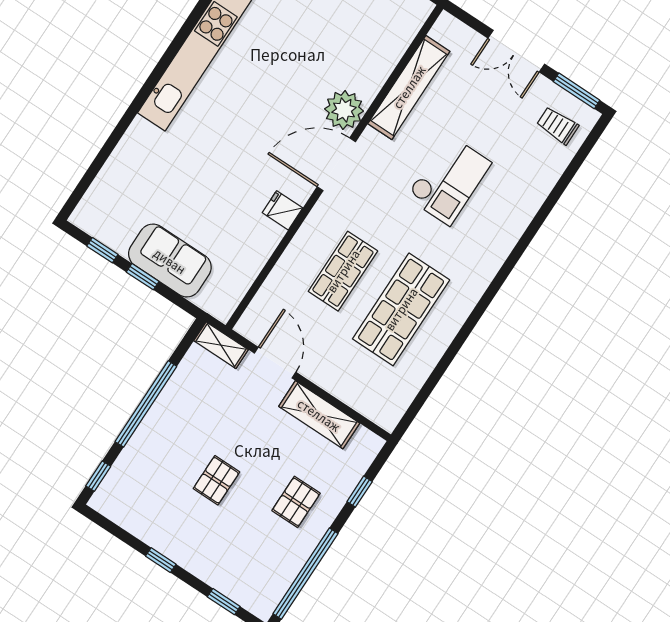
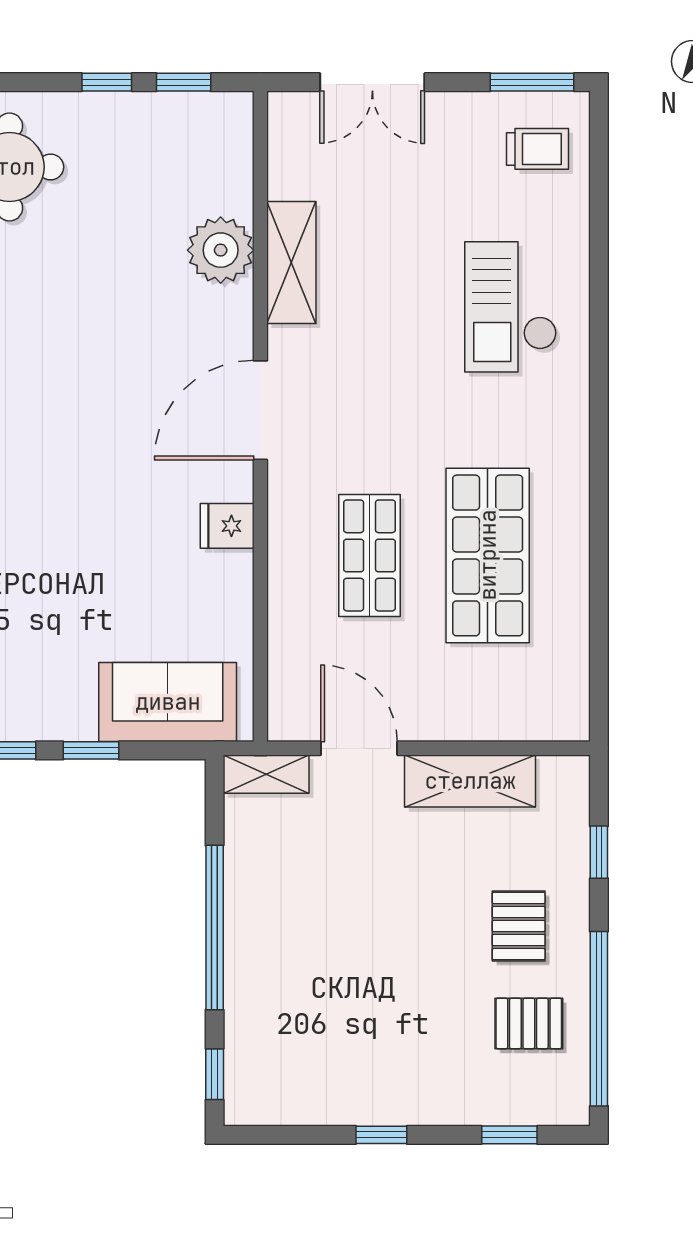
double door: (516, 51) -> (372, 82), moved
shelving: (409, 87) -> (291, 262), width x0.68
plant: (344, 110) -> (221, 250), moved
trolley: (558, 126) -> (538, 149), turned 180
checkout: (449, 180) -> (511, 307), moved, turned 180
sofa: (170, 261) -> (168, 702), moved
pallet: (216, 480) -> (529, 1023), moved, turned 90

